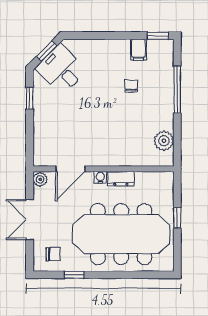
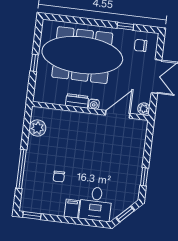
filing cabinet: (138, 50) -> (72, 209), moved
desk: (61, 69) -> (96, 204), moved, turned 45

